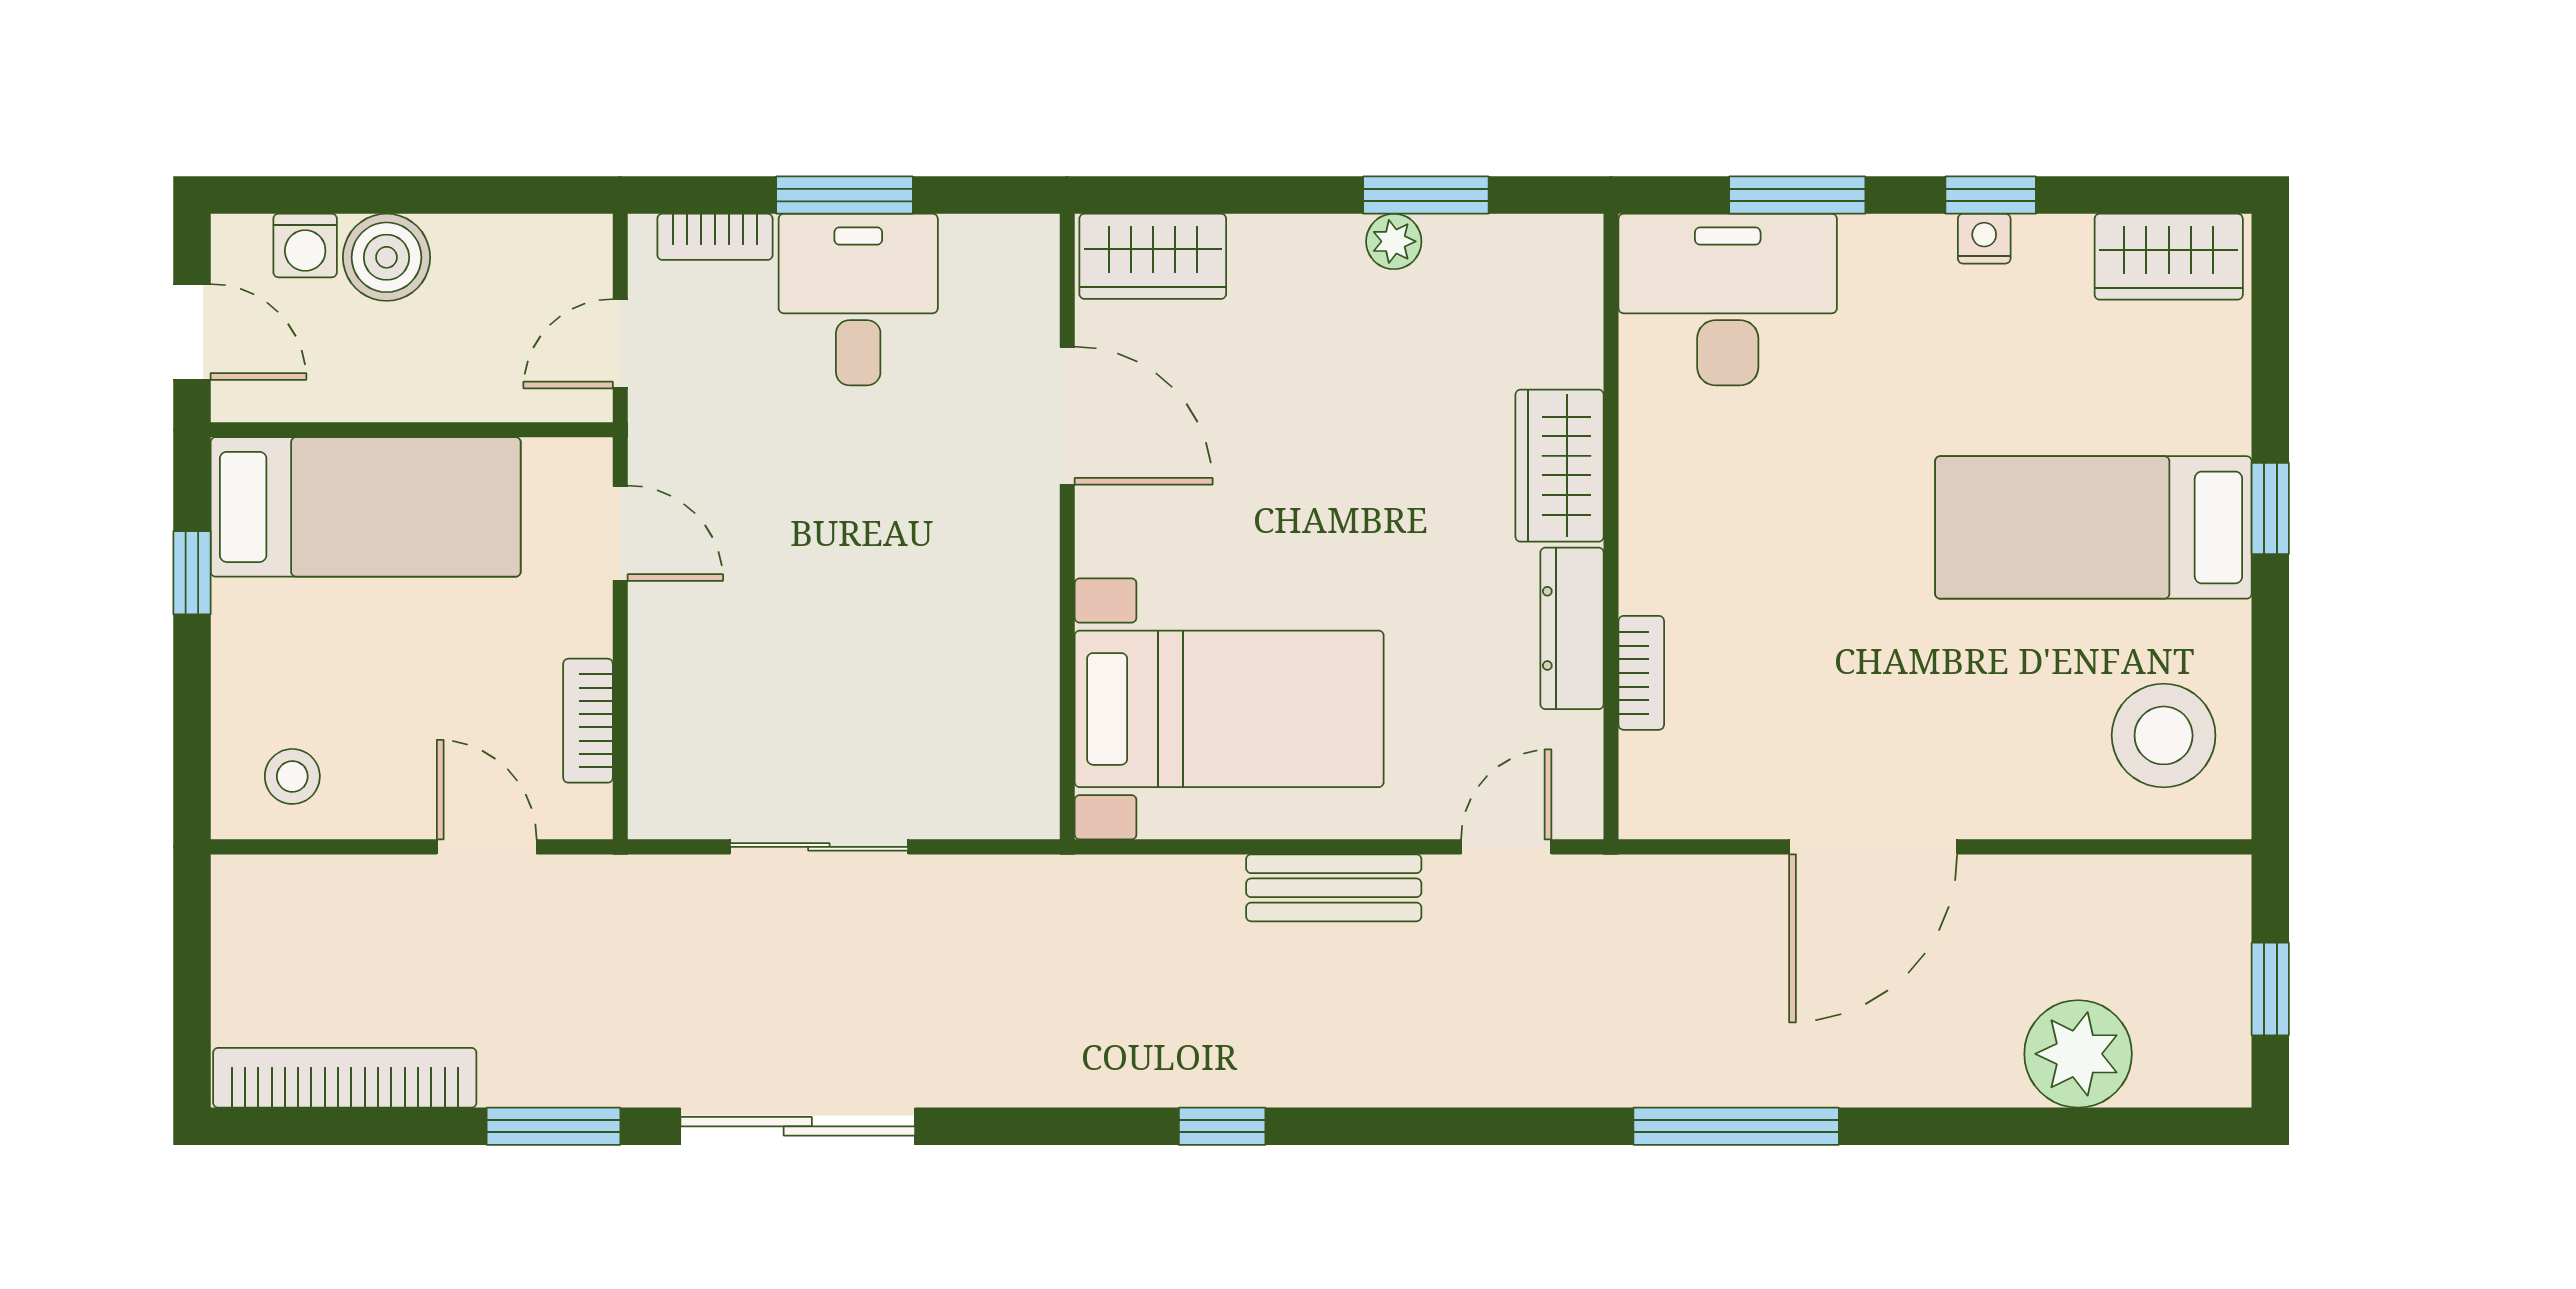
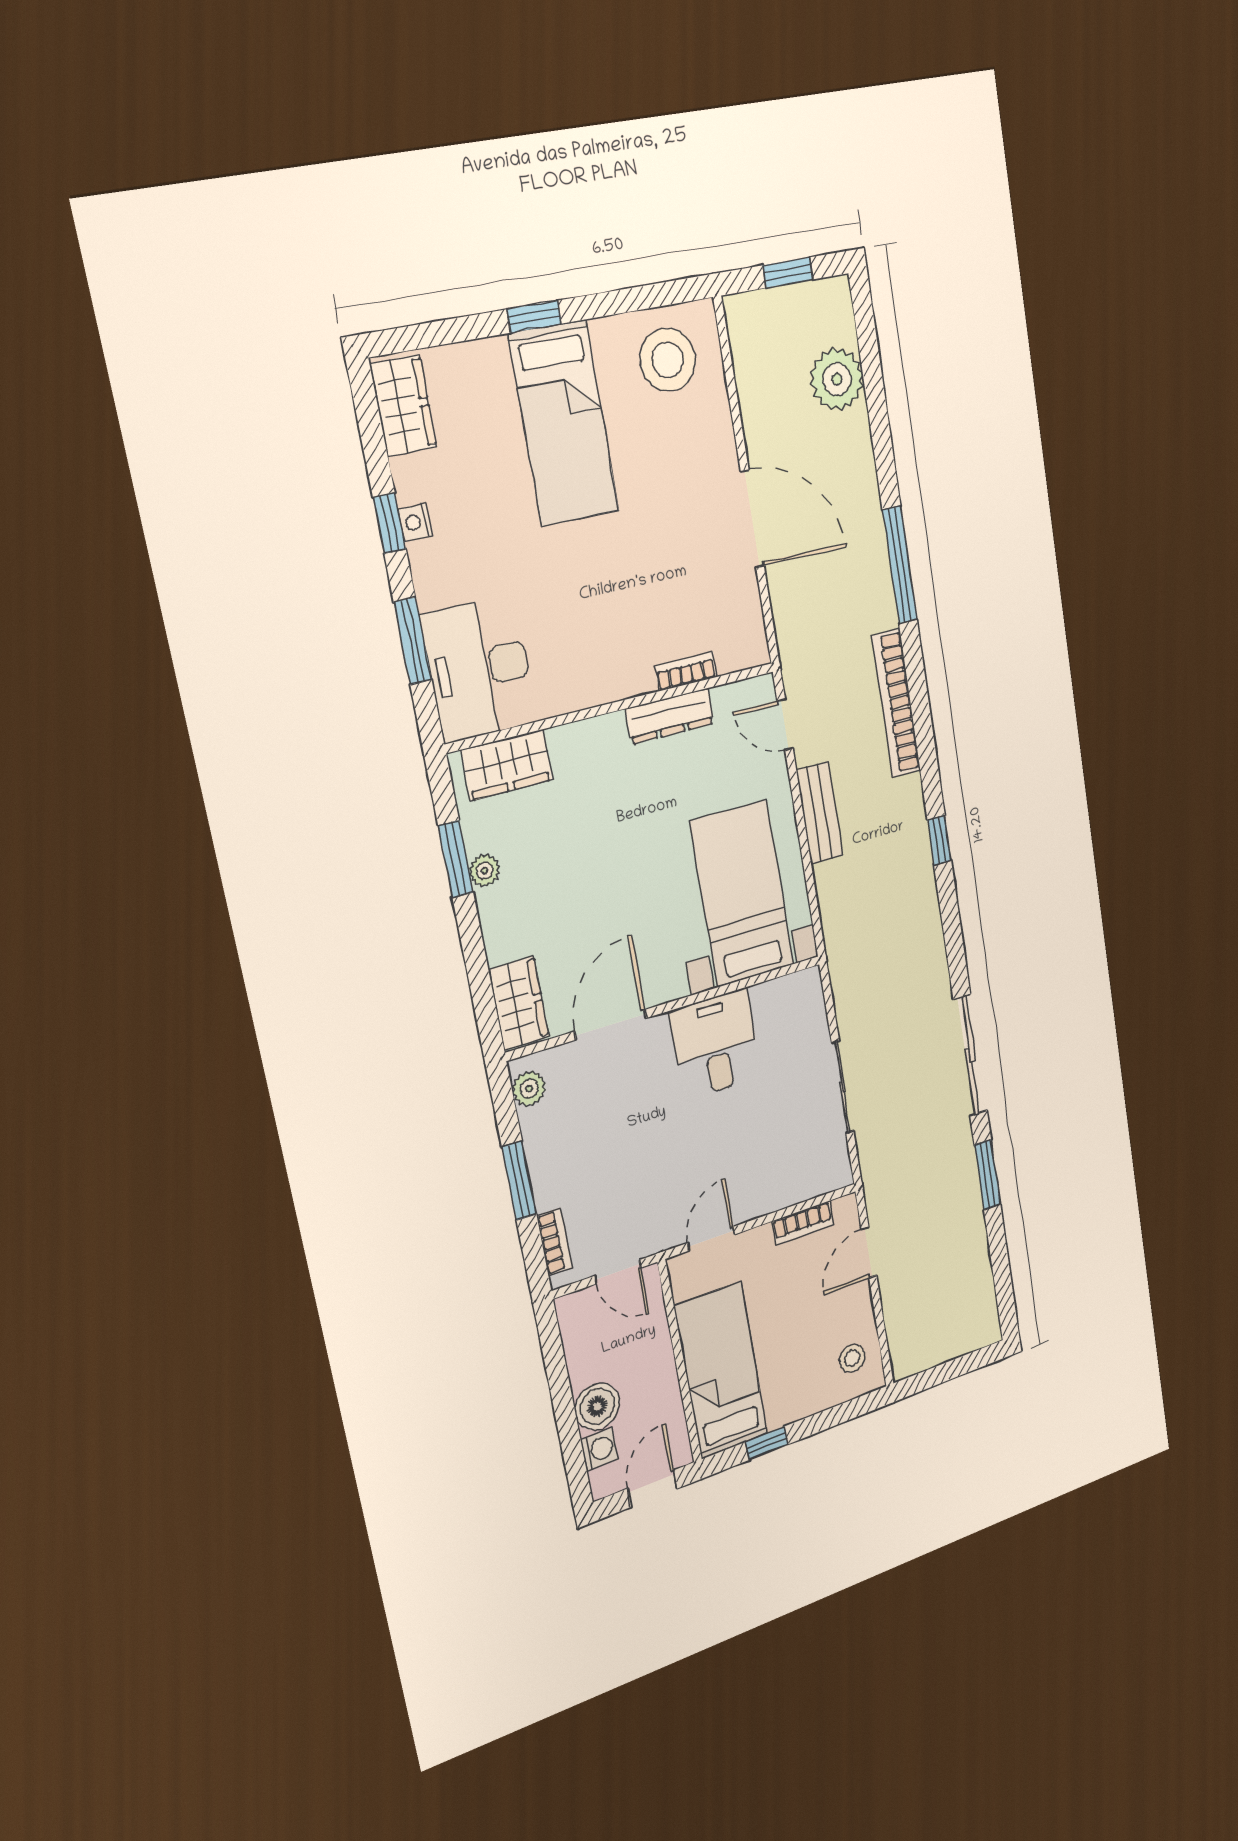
plant: (1000, 245) -> (529, 1089), added
desk: (858, 300) -> (716, 1044), moved, turned 90
wardrobe: (1560, 466) -> (507, 765), moved
bookcase: (345, 1078) -> (896, 703), moved

